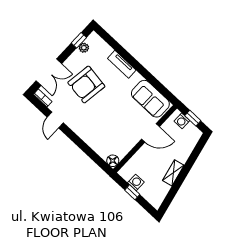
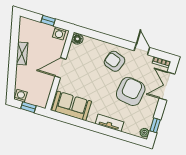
plant: (84, 48) -> (144, 133), moved
armchair: (88, 121) -> (114, 61), added
washing machine: (182, 121) -> (21, 96), moved
door: (150, 133) -> (60, 68), moved
washing machine: (136, 182) -> (59, 33), moved

